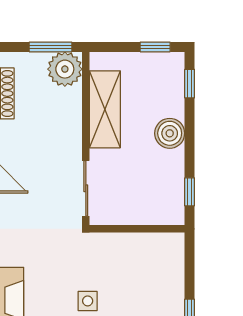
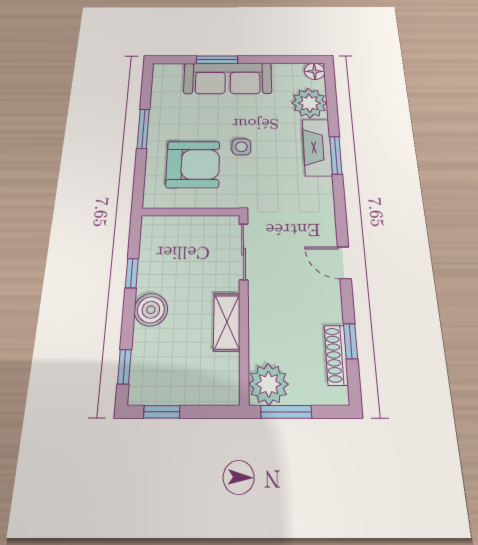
shelving: (105, 109) -> (227, 322), width x0.67, depth x0.75
window: (190, 192) -> (132, 273), moved
armchair: (136, 281) -> (193, 164), added

